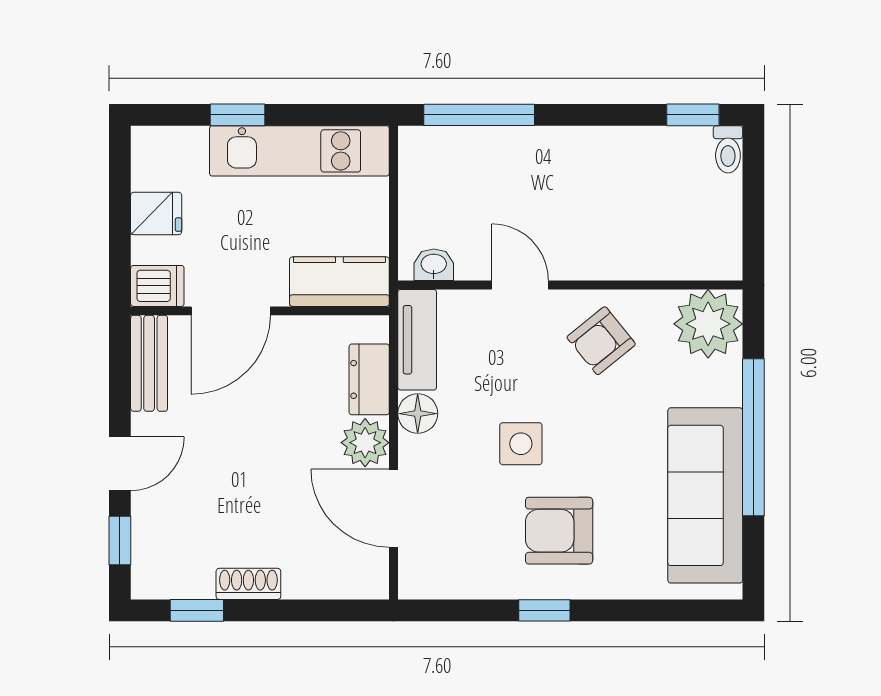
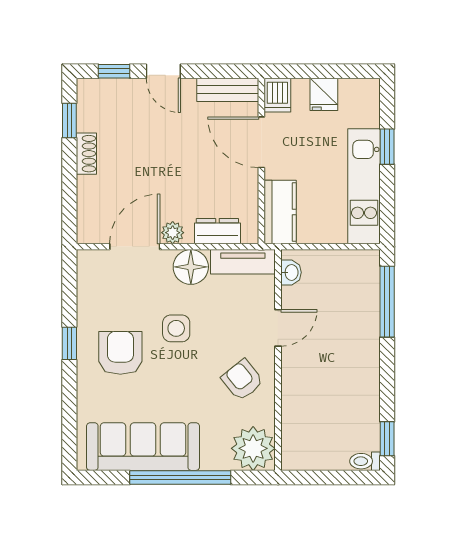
floor lamp: (418, 414) -> (191, 267), width x1.38, depth x1.38
plant: (365, 443) -> (173, 233), width x0.73, depth x0.73

